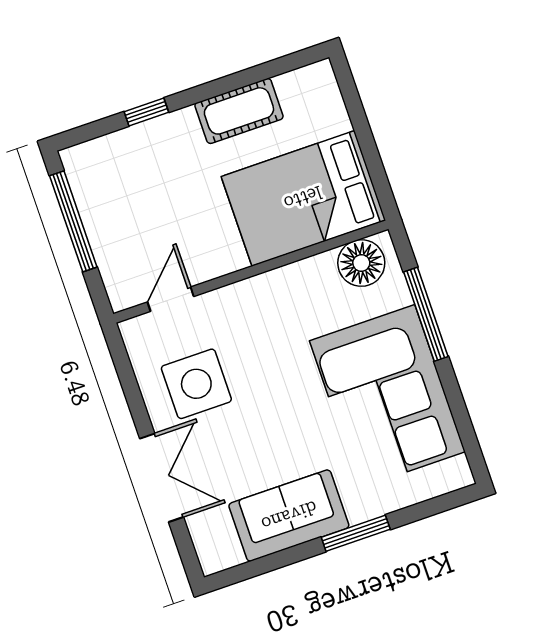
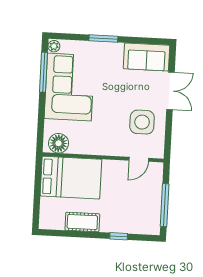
window: (426, 314) -> (44, 72), moved
plant: (458, 472) -> (54, 46), added
double door: (162, 478) -> (170, 91), swing flipped
sofa: (289, 516) -> (147, 57), moved

